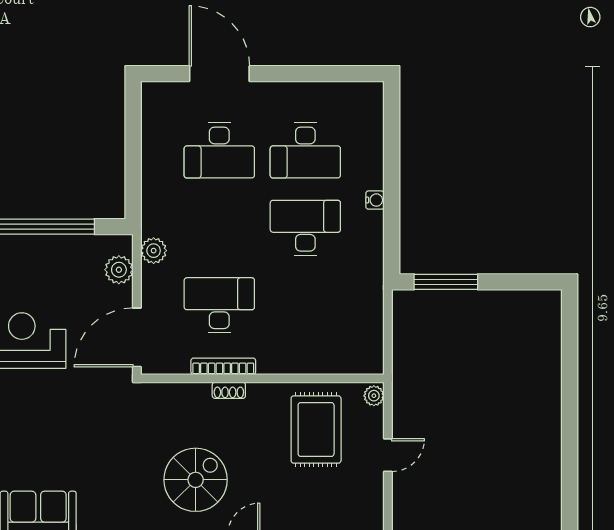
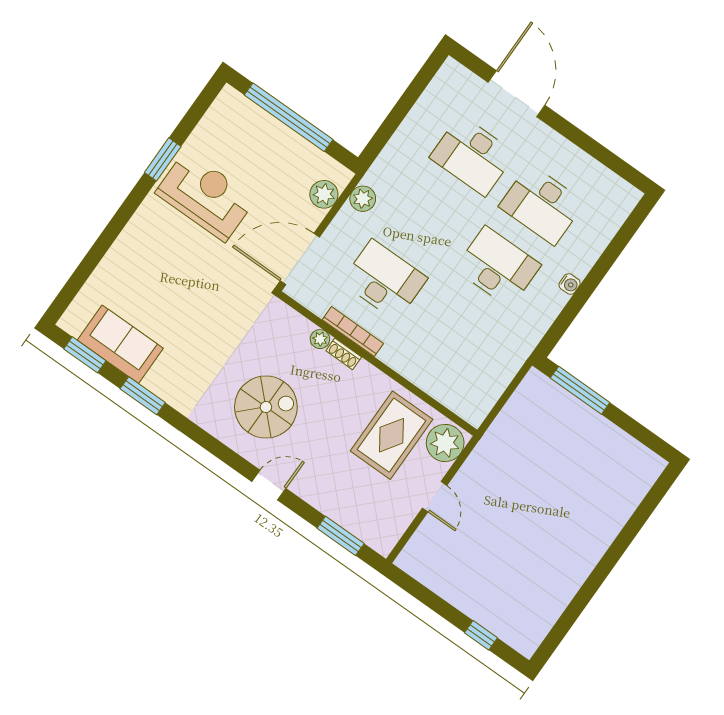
plant: (201, 392) -> (320, 339), added
plant: (374, 396) -> (445, 443), width x1.87, depth x1.87
door: (388, 455) -> (435, 497), hinge flipped

